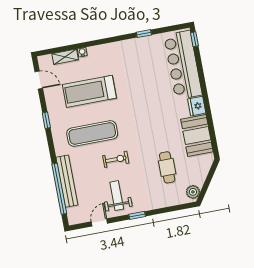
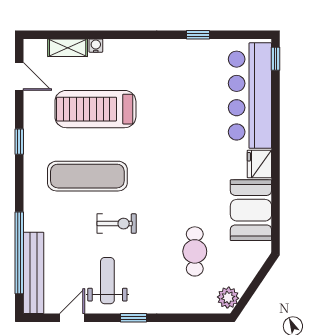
bench: (67, 181) -> (34, 273), moved

